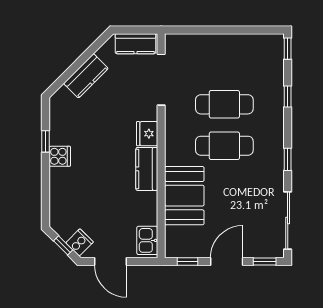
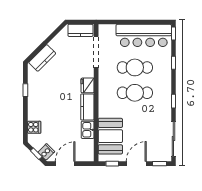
bar counter: (239, 52) -> (144, 35), added
kitchen counter: (86, 76) -> (42, 58), moved
cooker: (60, 156) -> (34, 127), moved
booth: (184, 196) -> (110, 136), moved
kitchen sink: (147, 240) -> (88, 130), moved
door: (110, 261) -> (65, 164), swing flipped

